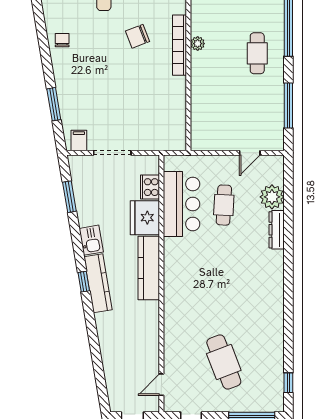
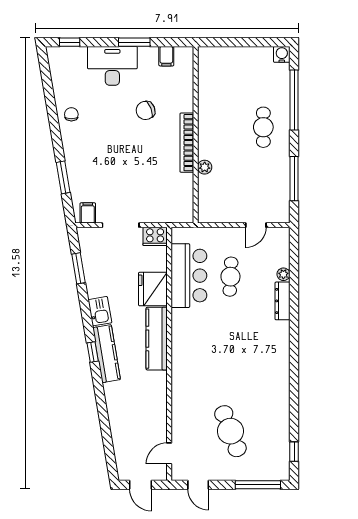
plant: (198, 44) -> (205, 167), moved
bookcase: (180, 45) -> (187, 143), moved
cooker: (150, 187) -> (155, 236), moved, turned -90
plant: (272, 197) -> (283, 274), width x0.53, depth x0.53

